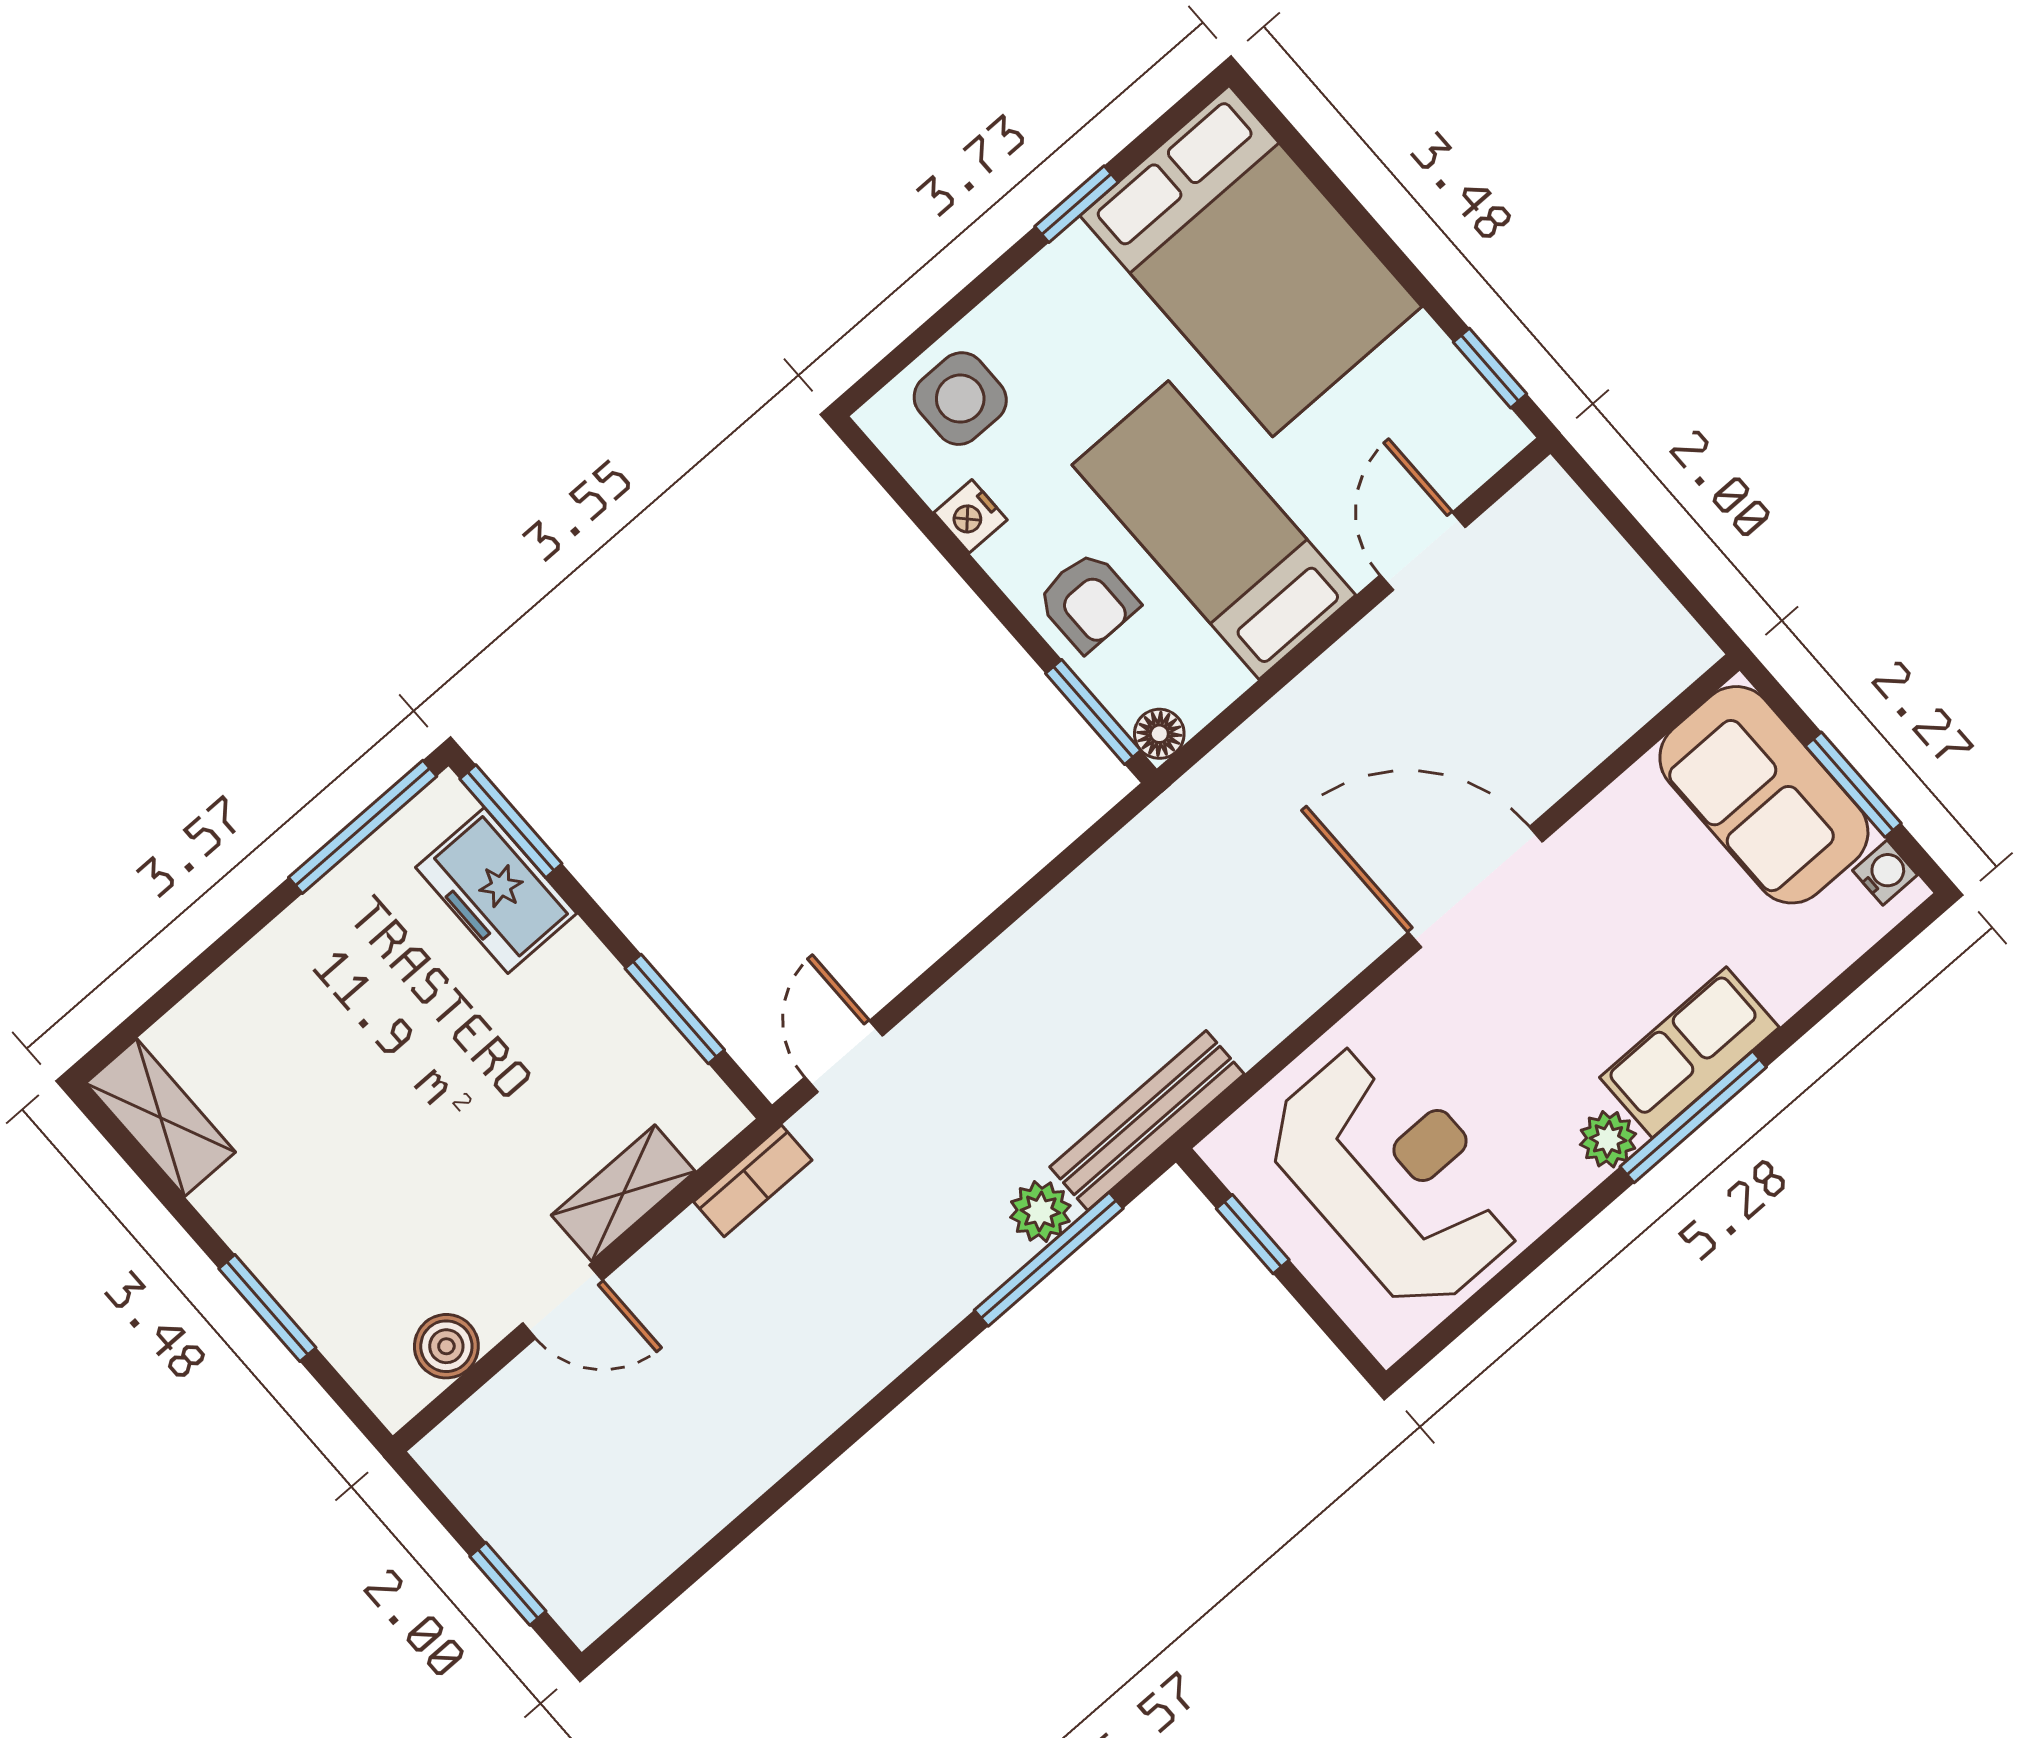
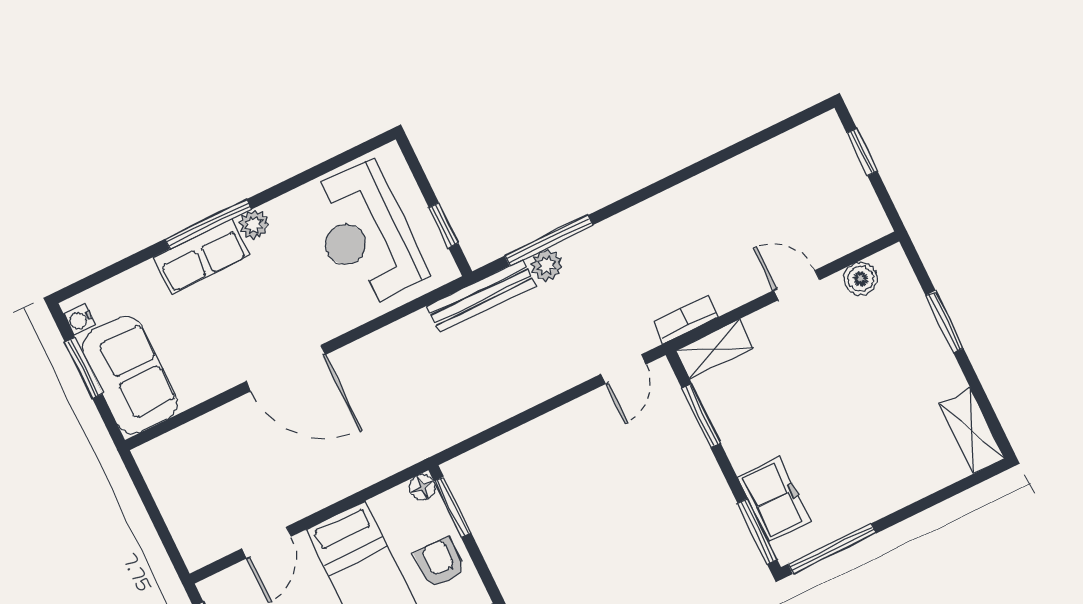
shelving: (623, 1193) -> (714, 349), moved

